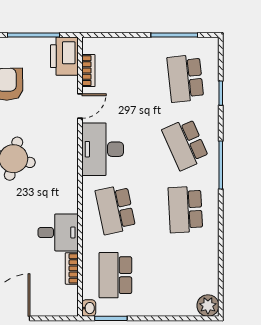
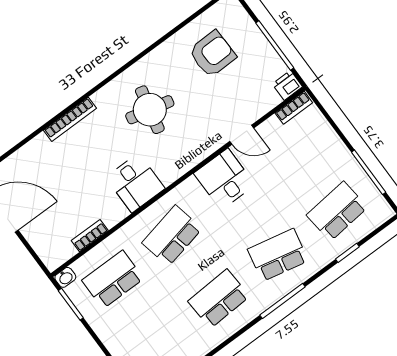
printer: (64, 56) -> (287, 85), width x0.53, depth x0.68
bookcase: (88, 71) -> (294, 108), moved
school desk: (185, 144) -> (278, 255), turned 36
desk: (103, 149) -> (224, 179), width x0.73
desk: (58, 232) -> (135, 183), moved

